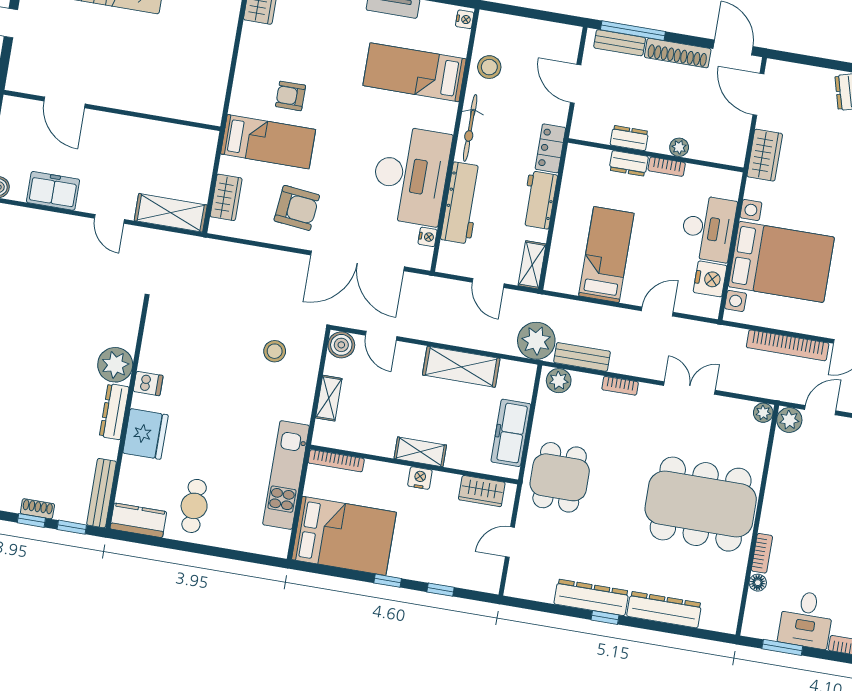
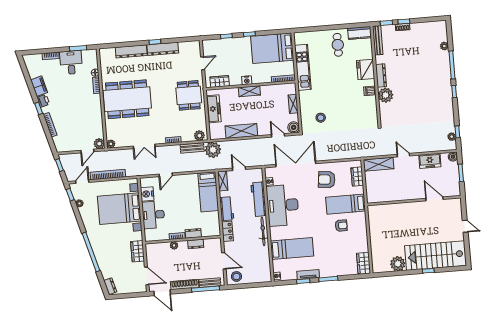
stool: (489, 67) -> (236, 276), moved
bed: (606, 254) -> (208, 192), moved

